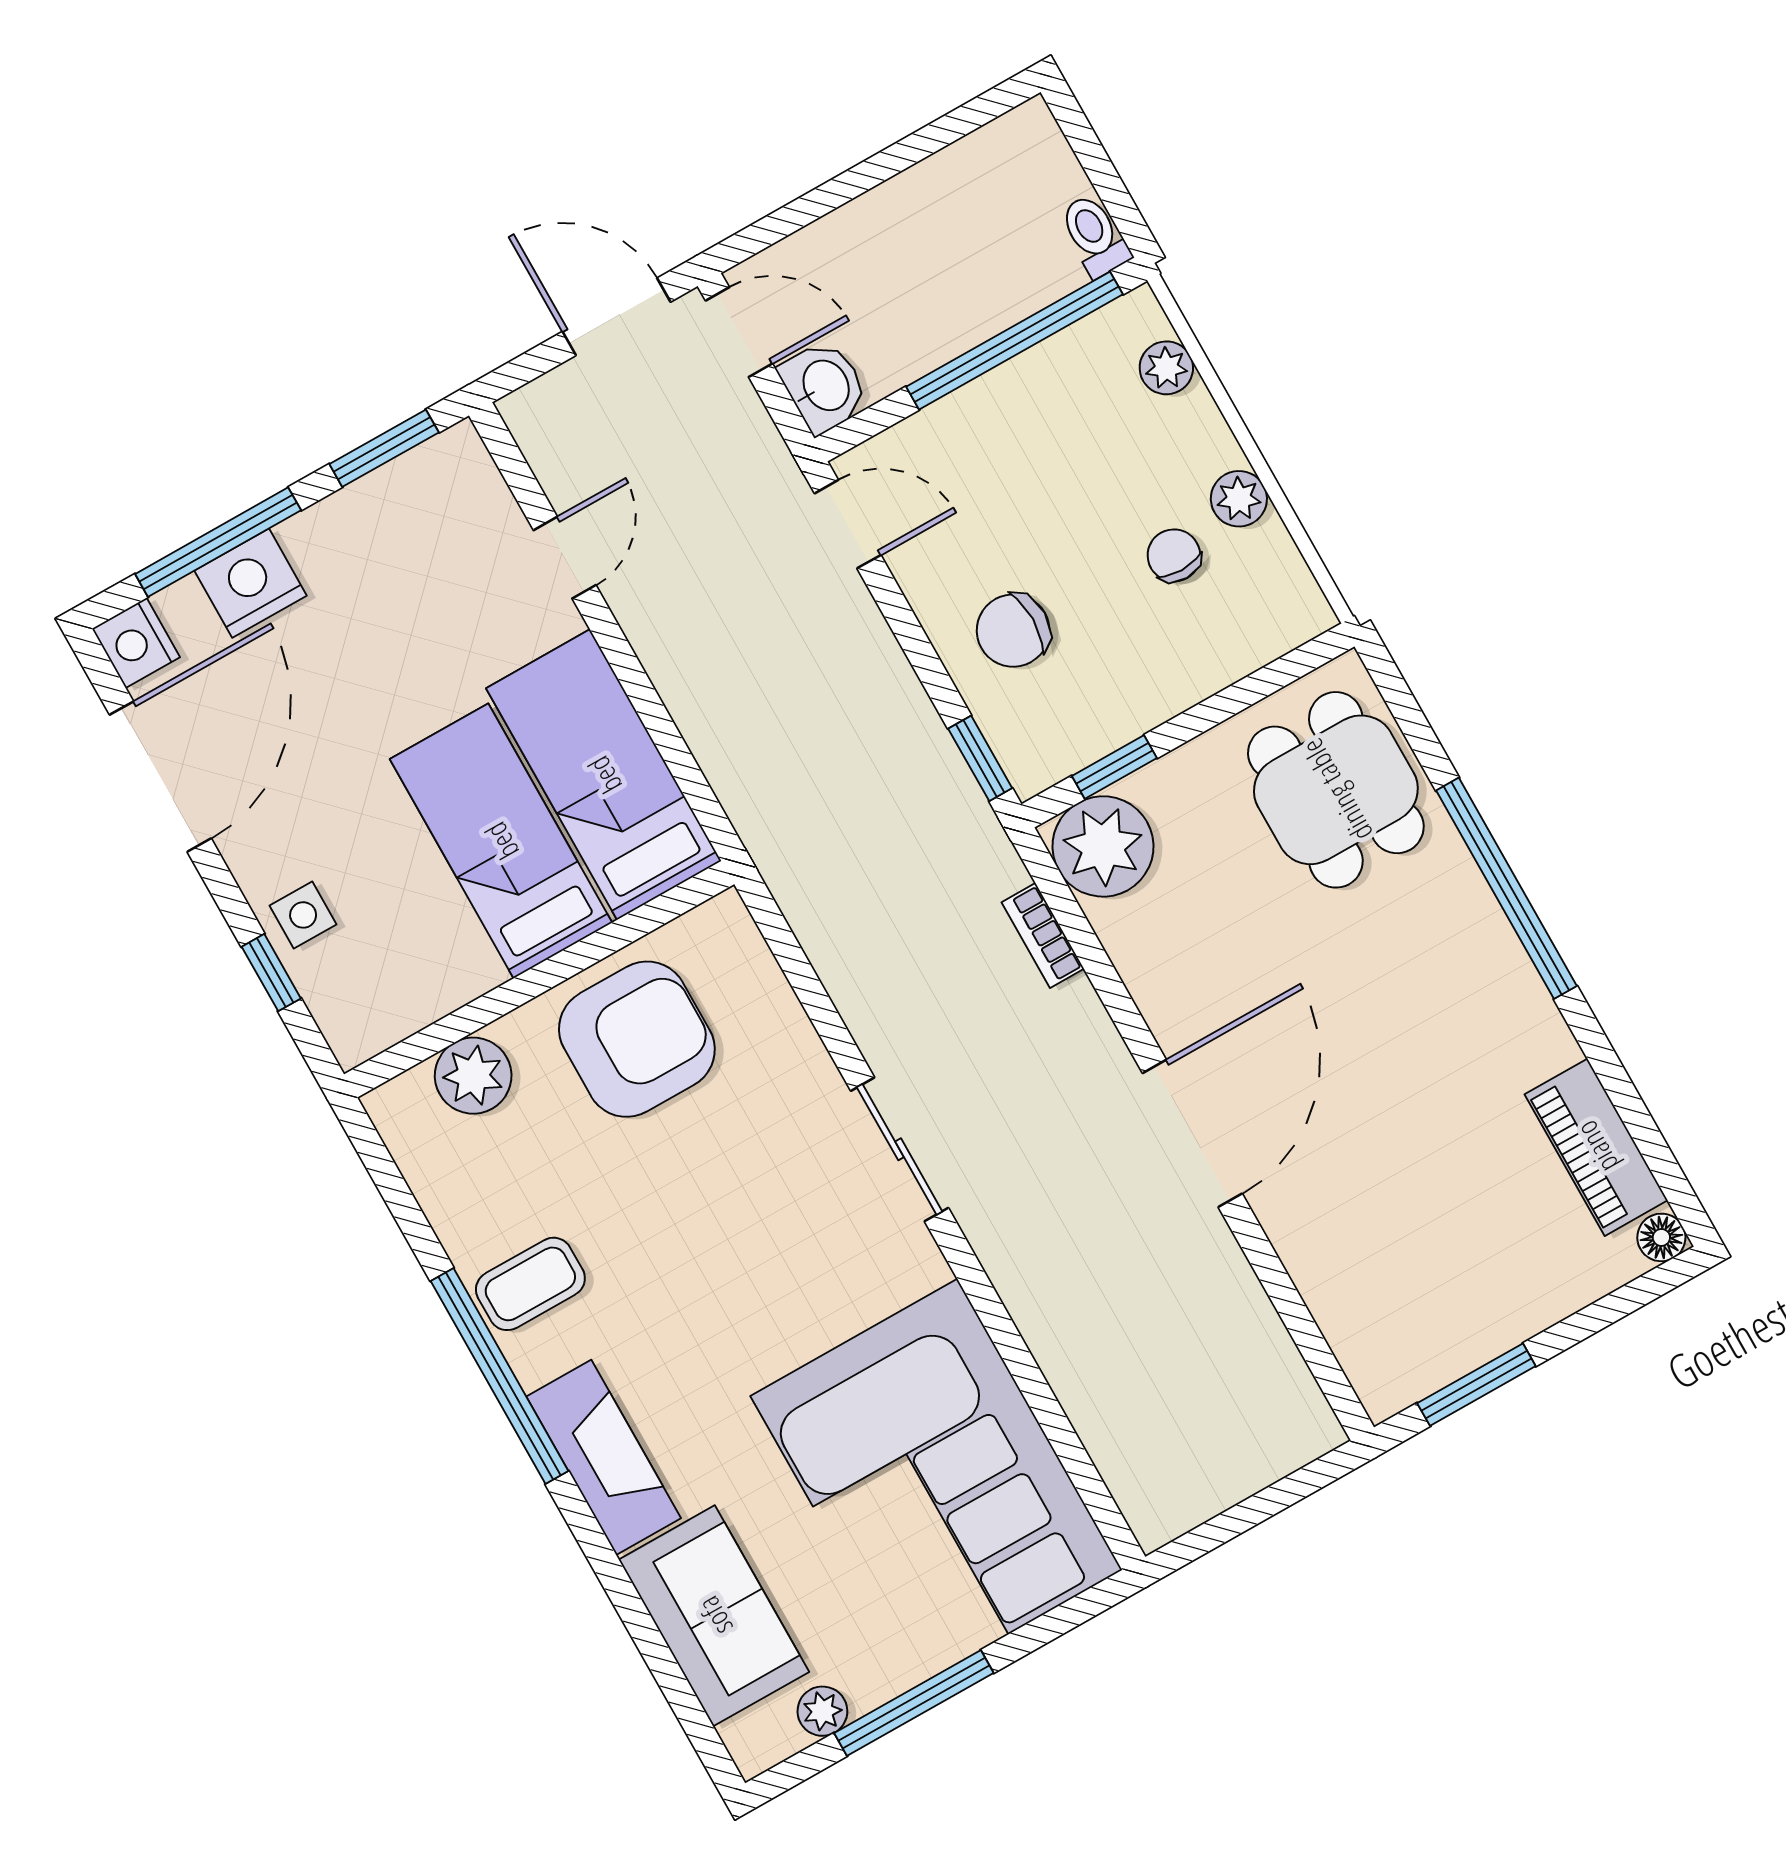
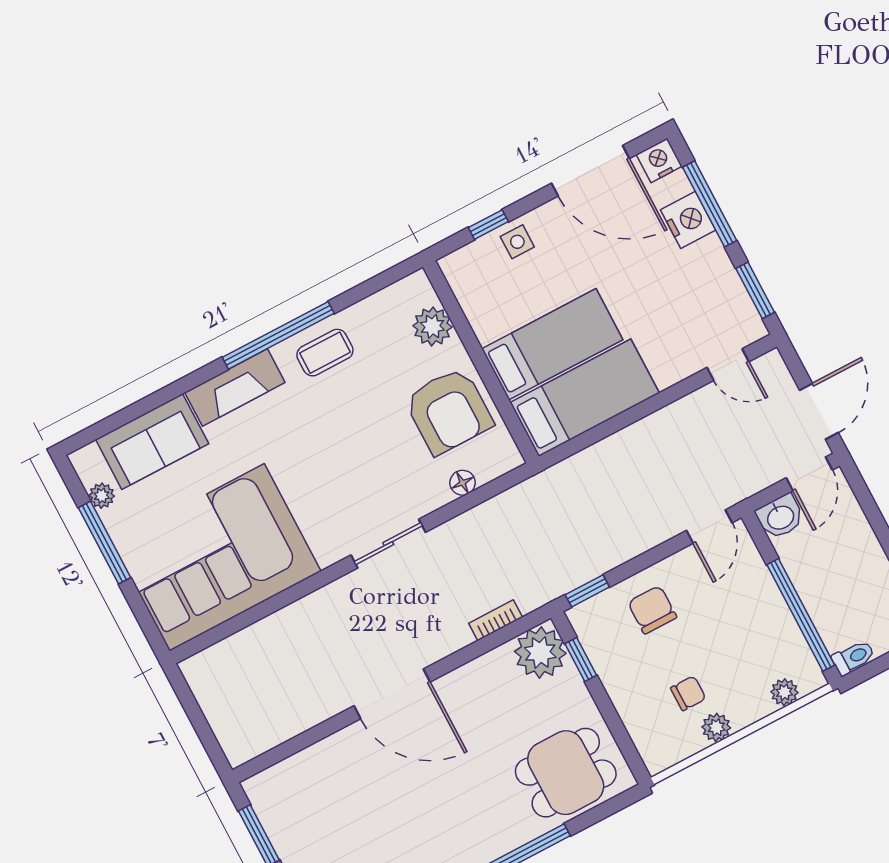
door: (565, 558) -> (728, 365), moved
floor lamp: (776, 1008) -> (463, 483), added
coffee table: (530, 1284) -> (325, 353), turned 90

